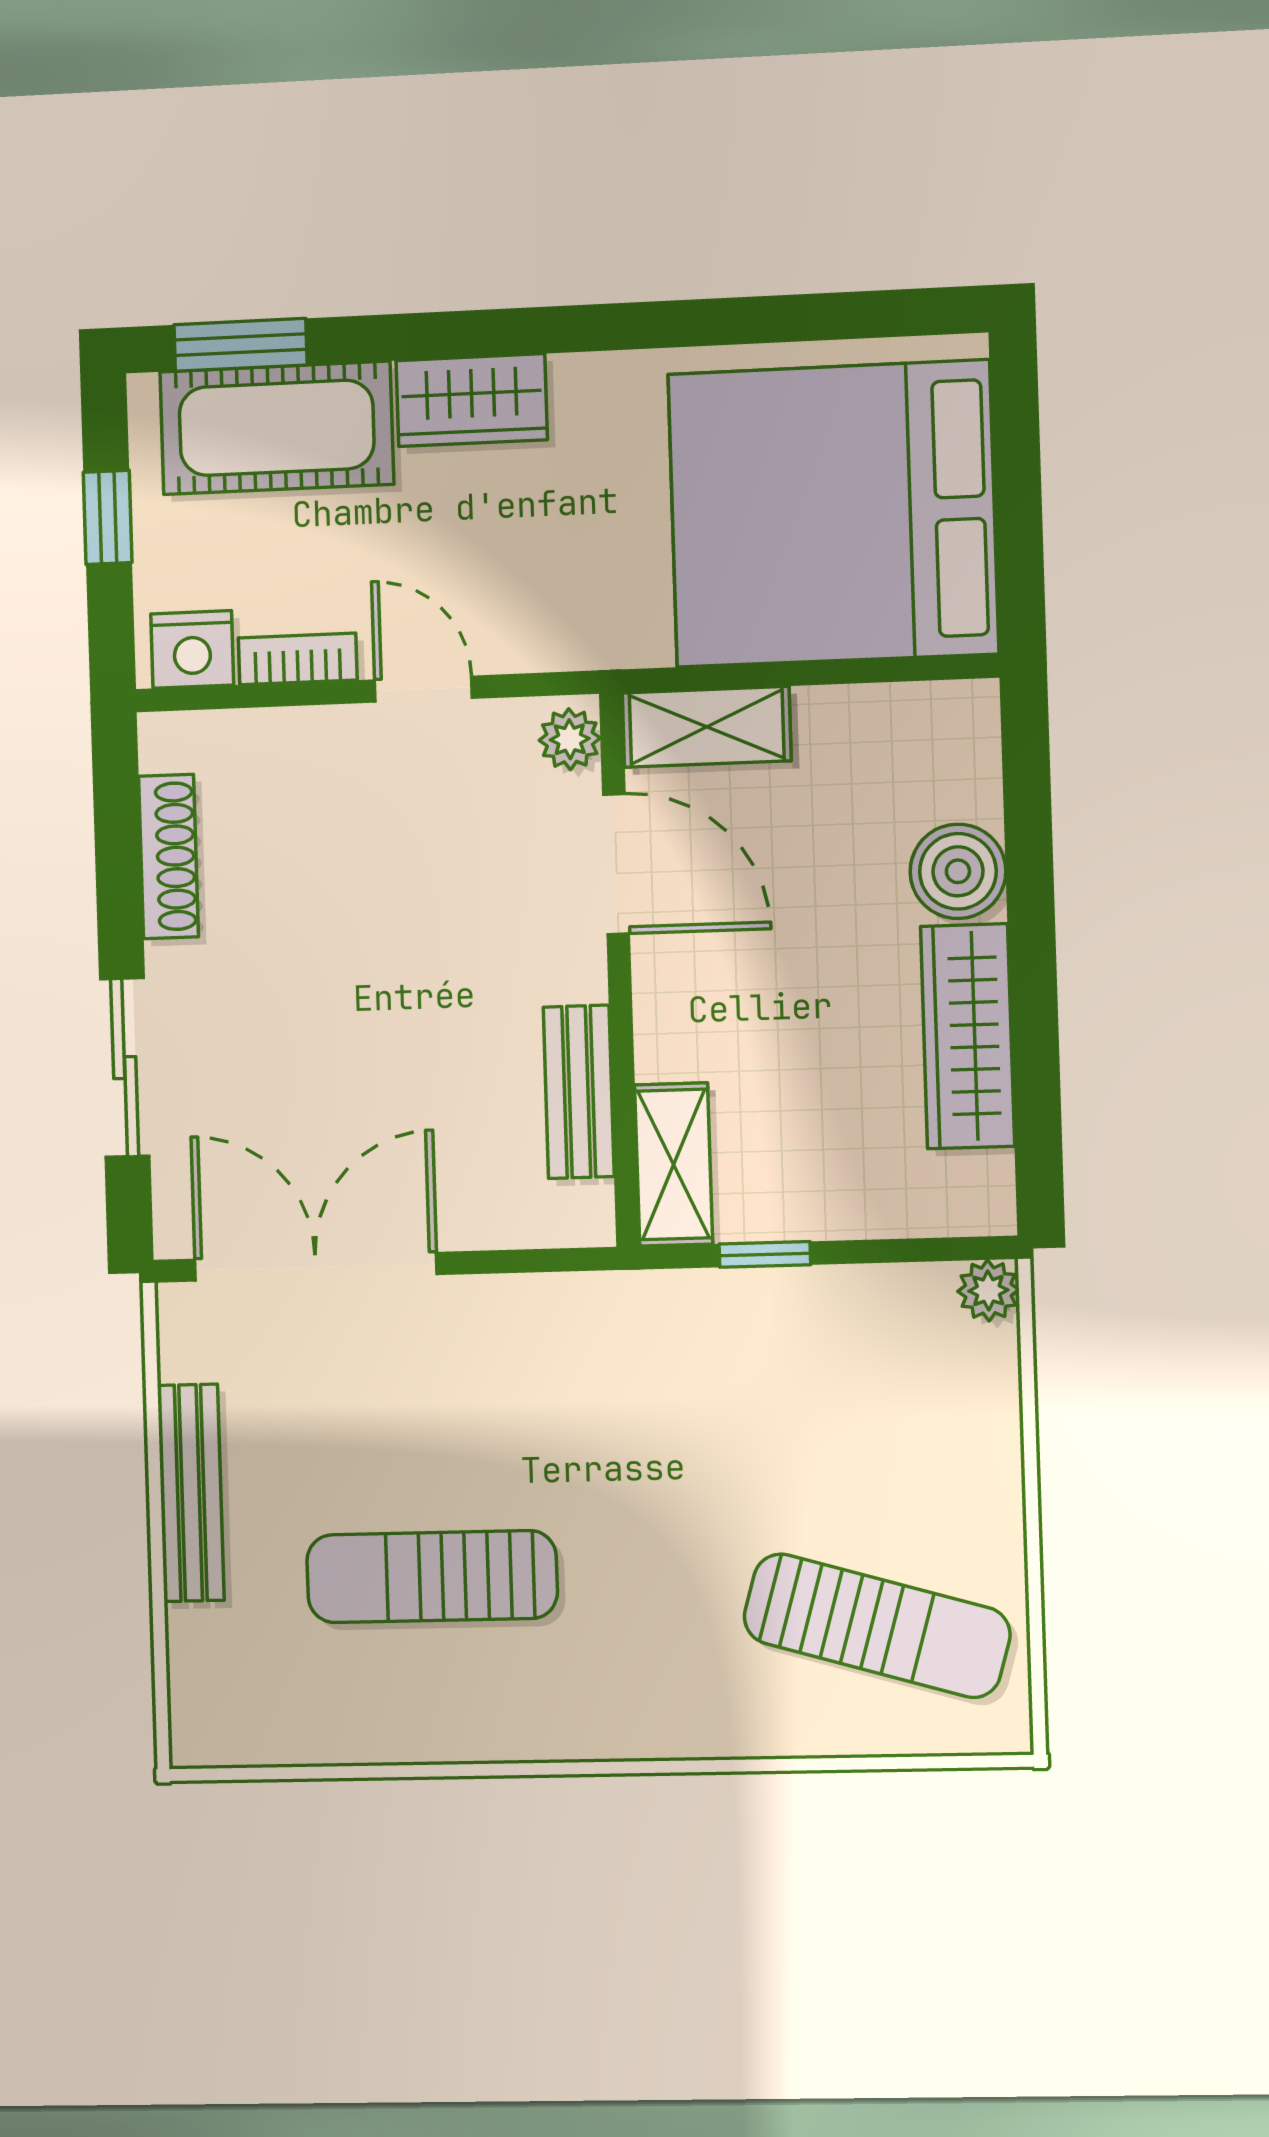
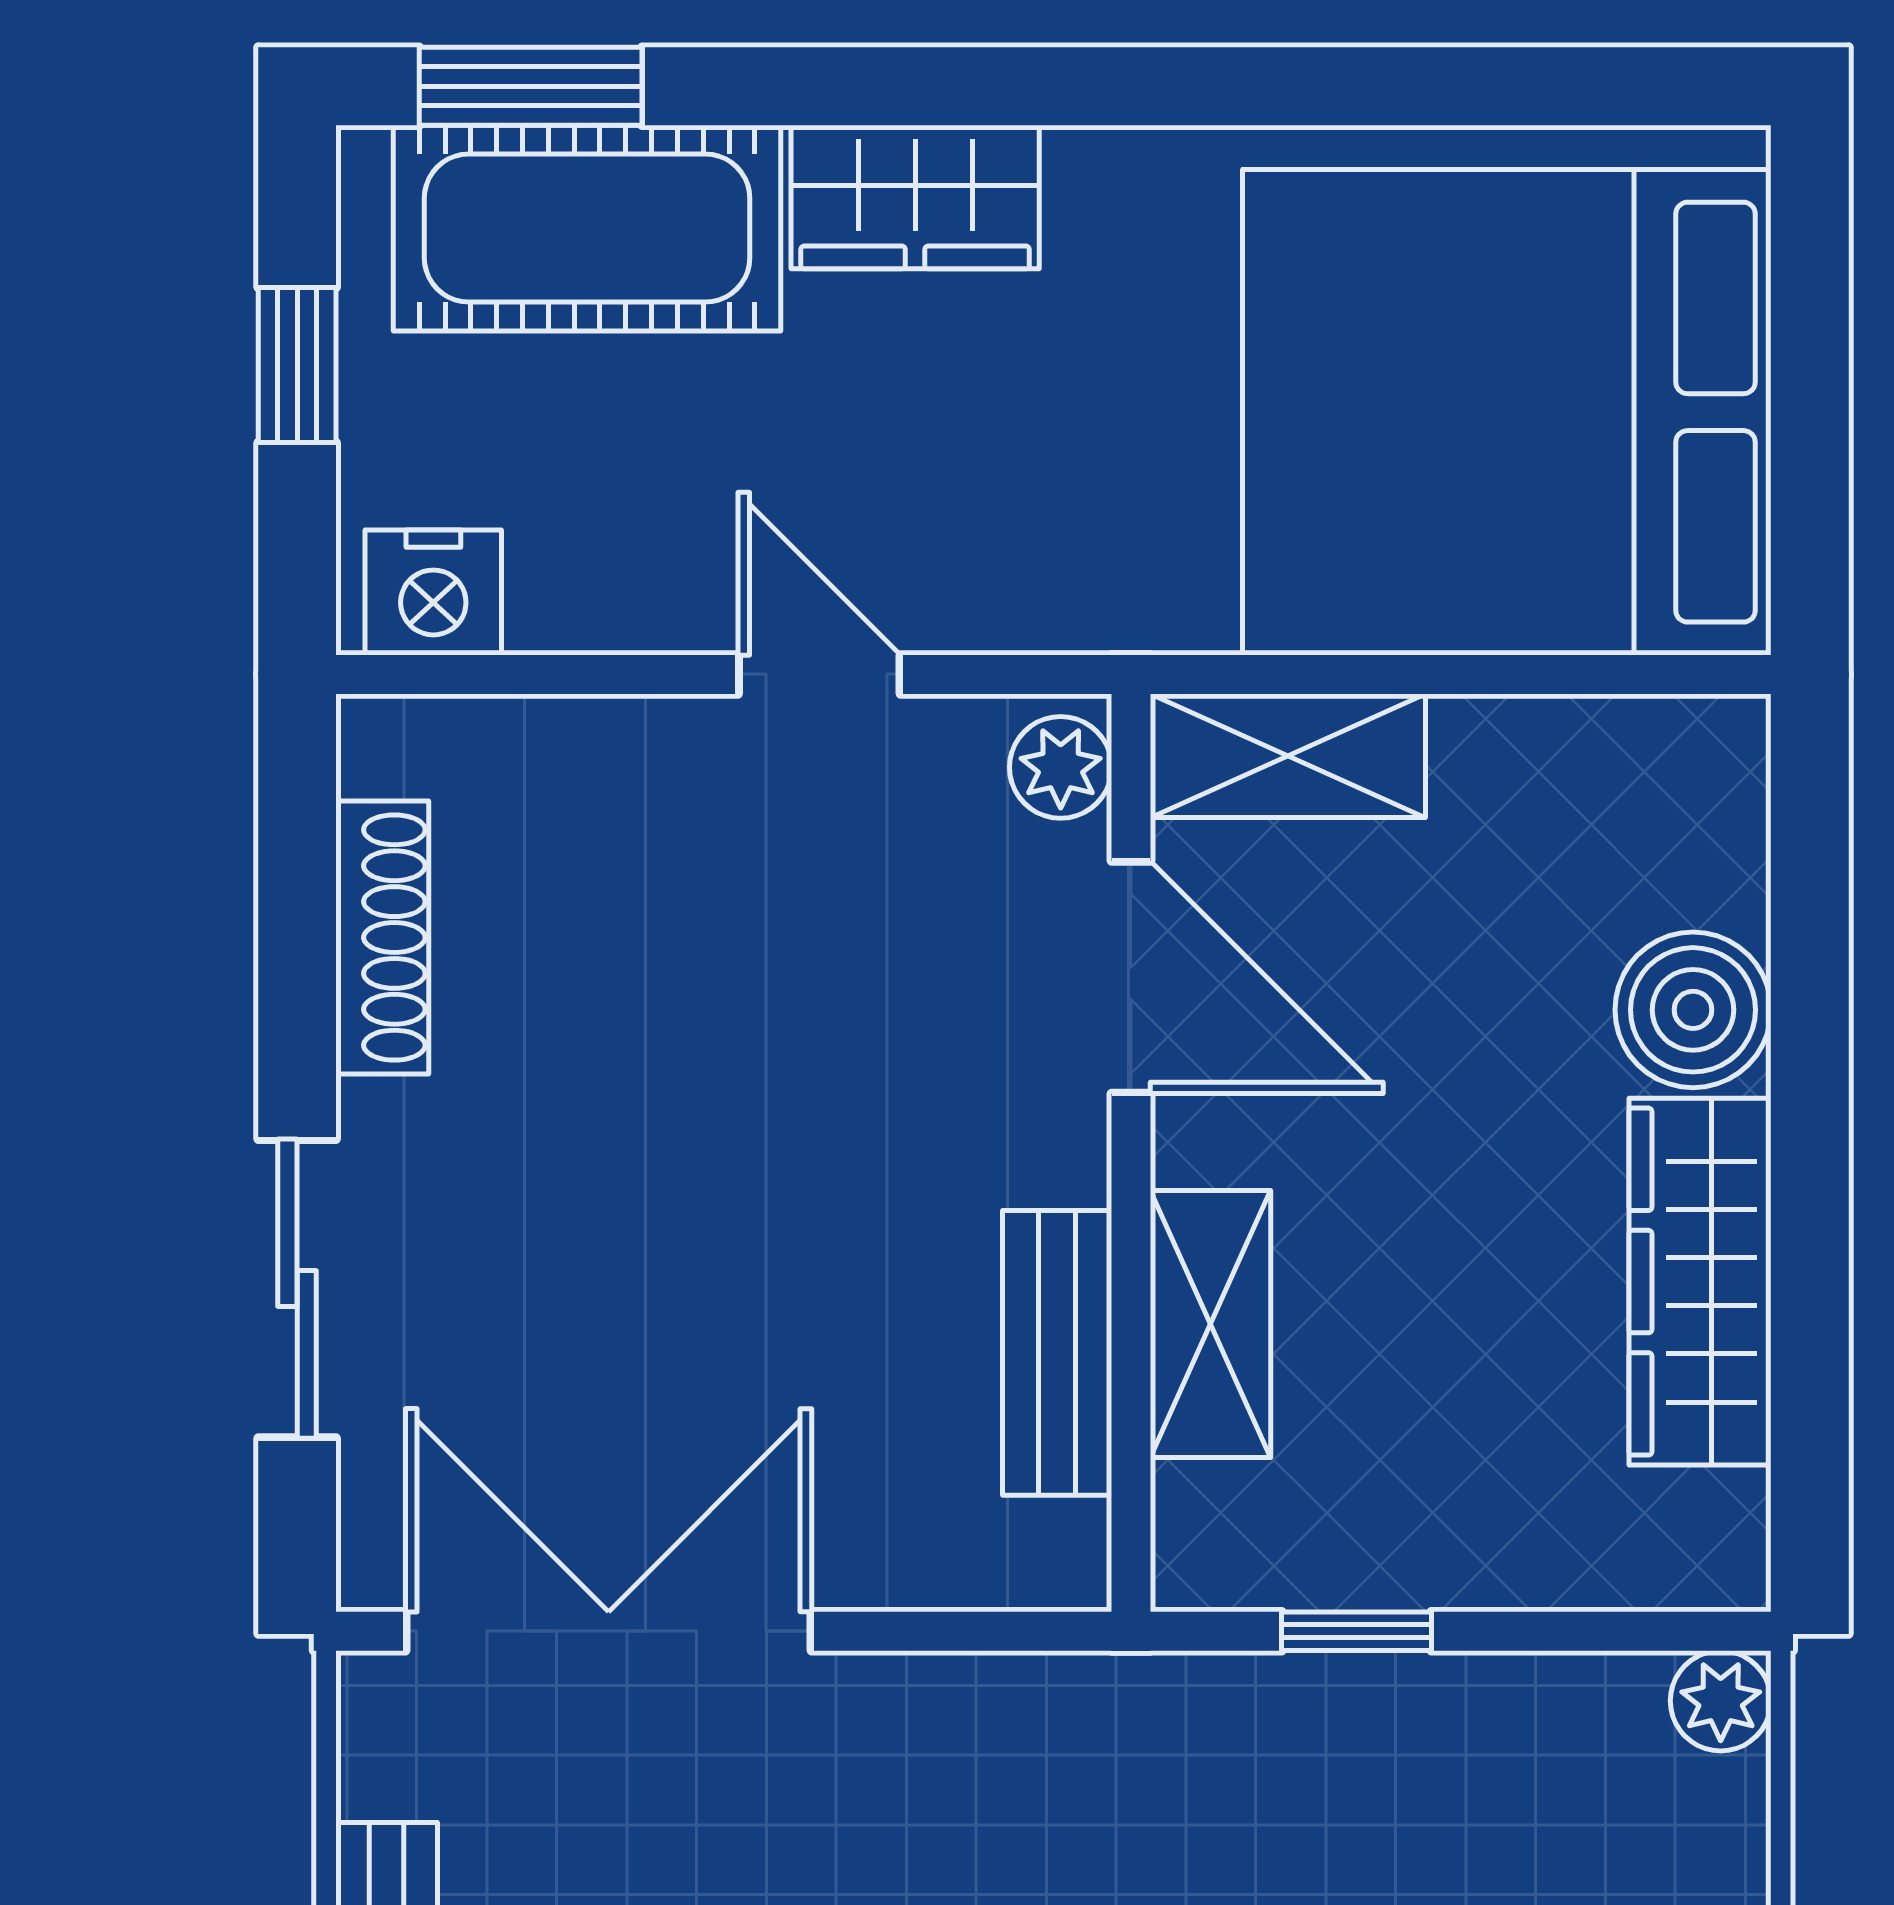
bookcase: (298, 659) -> (610, 616), removed
shelving: (674, 1164) -> (1211, 1324), moved

